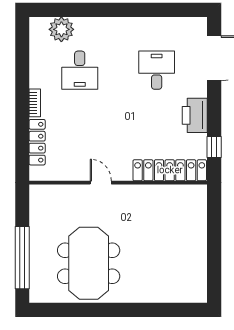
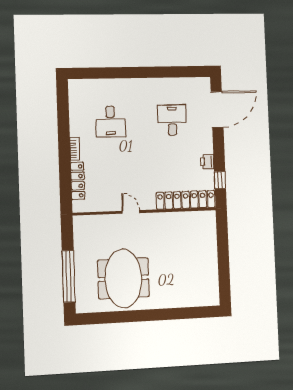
plant: (61, 29) -> (94, 89), removed
printer: (195, 115) -> (207, 162), width x0.53, depth x0.68

